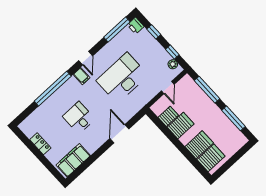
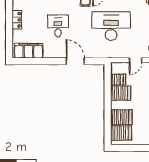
door: (119, 134) -> (75, 61), hinge flipped

